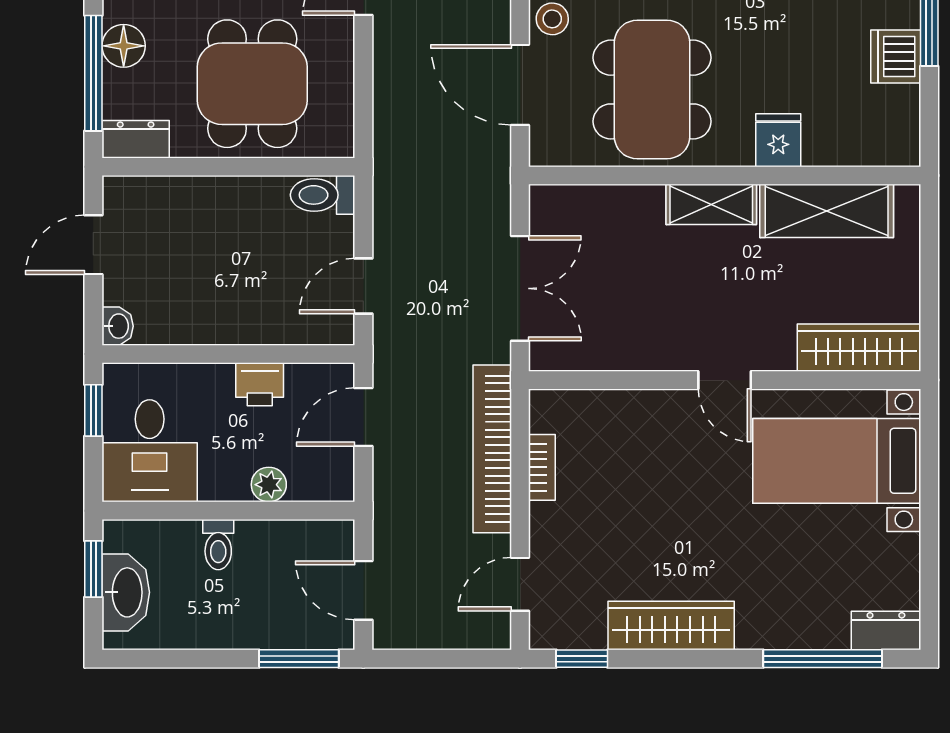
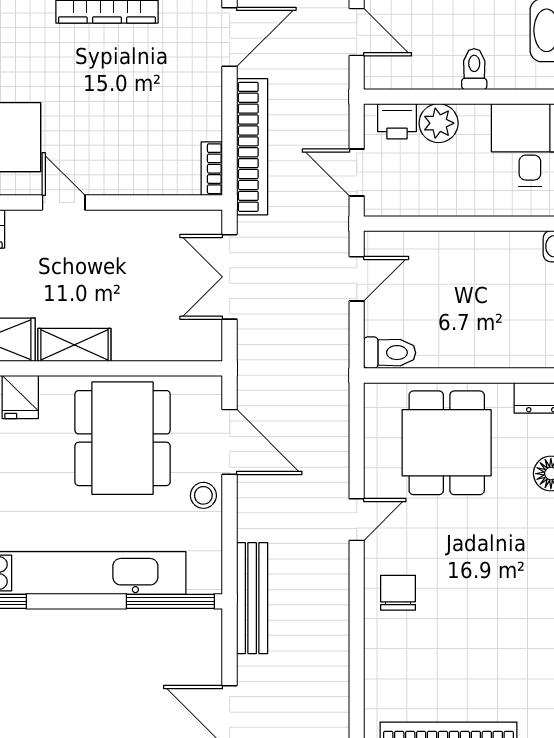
printer: (260, 384) -> (397, 121), moved, turned 180
door: (363, 417) -> (357, 173), swing flipped
bookcase: (542, 467) -> (212, 169), moved
plant: (269, 485) -> (439, 123), width x1.38, depth x1.38
door: (520, 584) -> (230, 37), width x1.38

